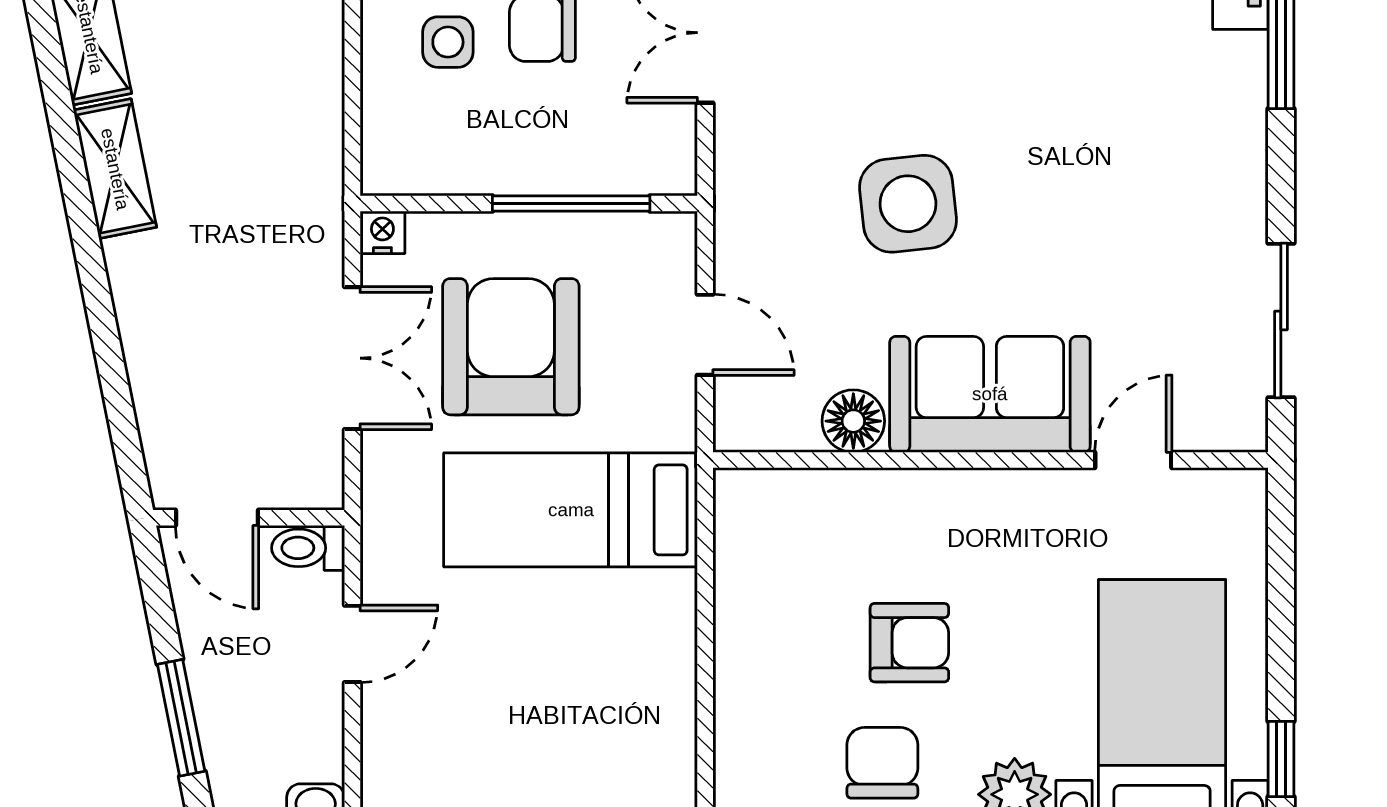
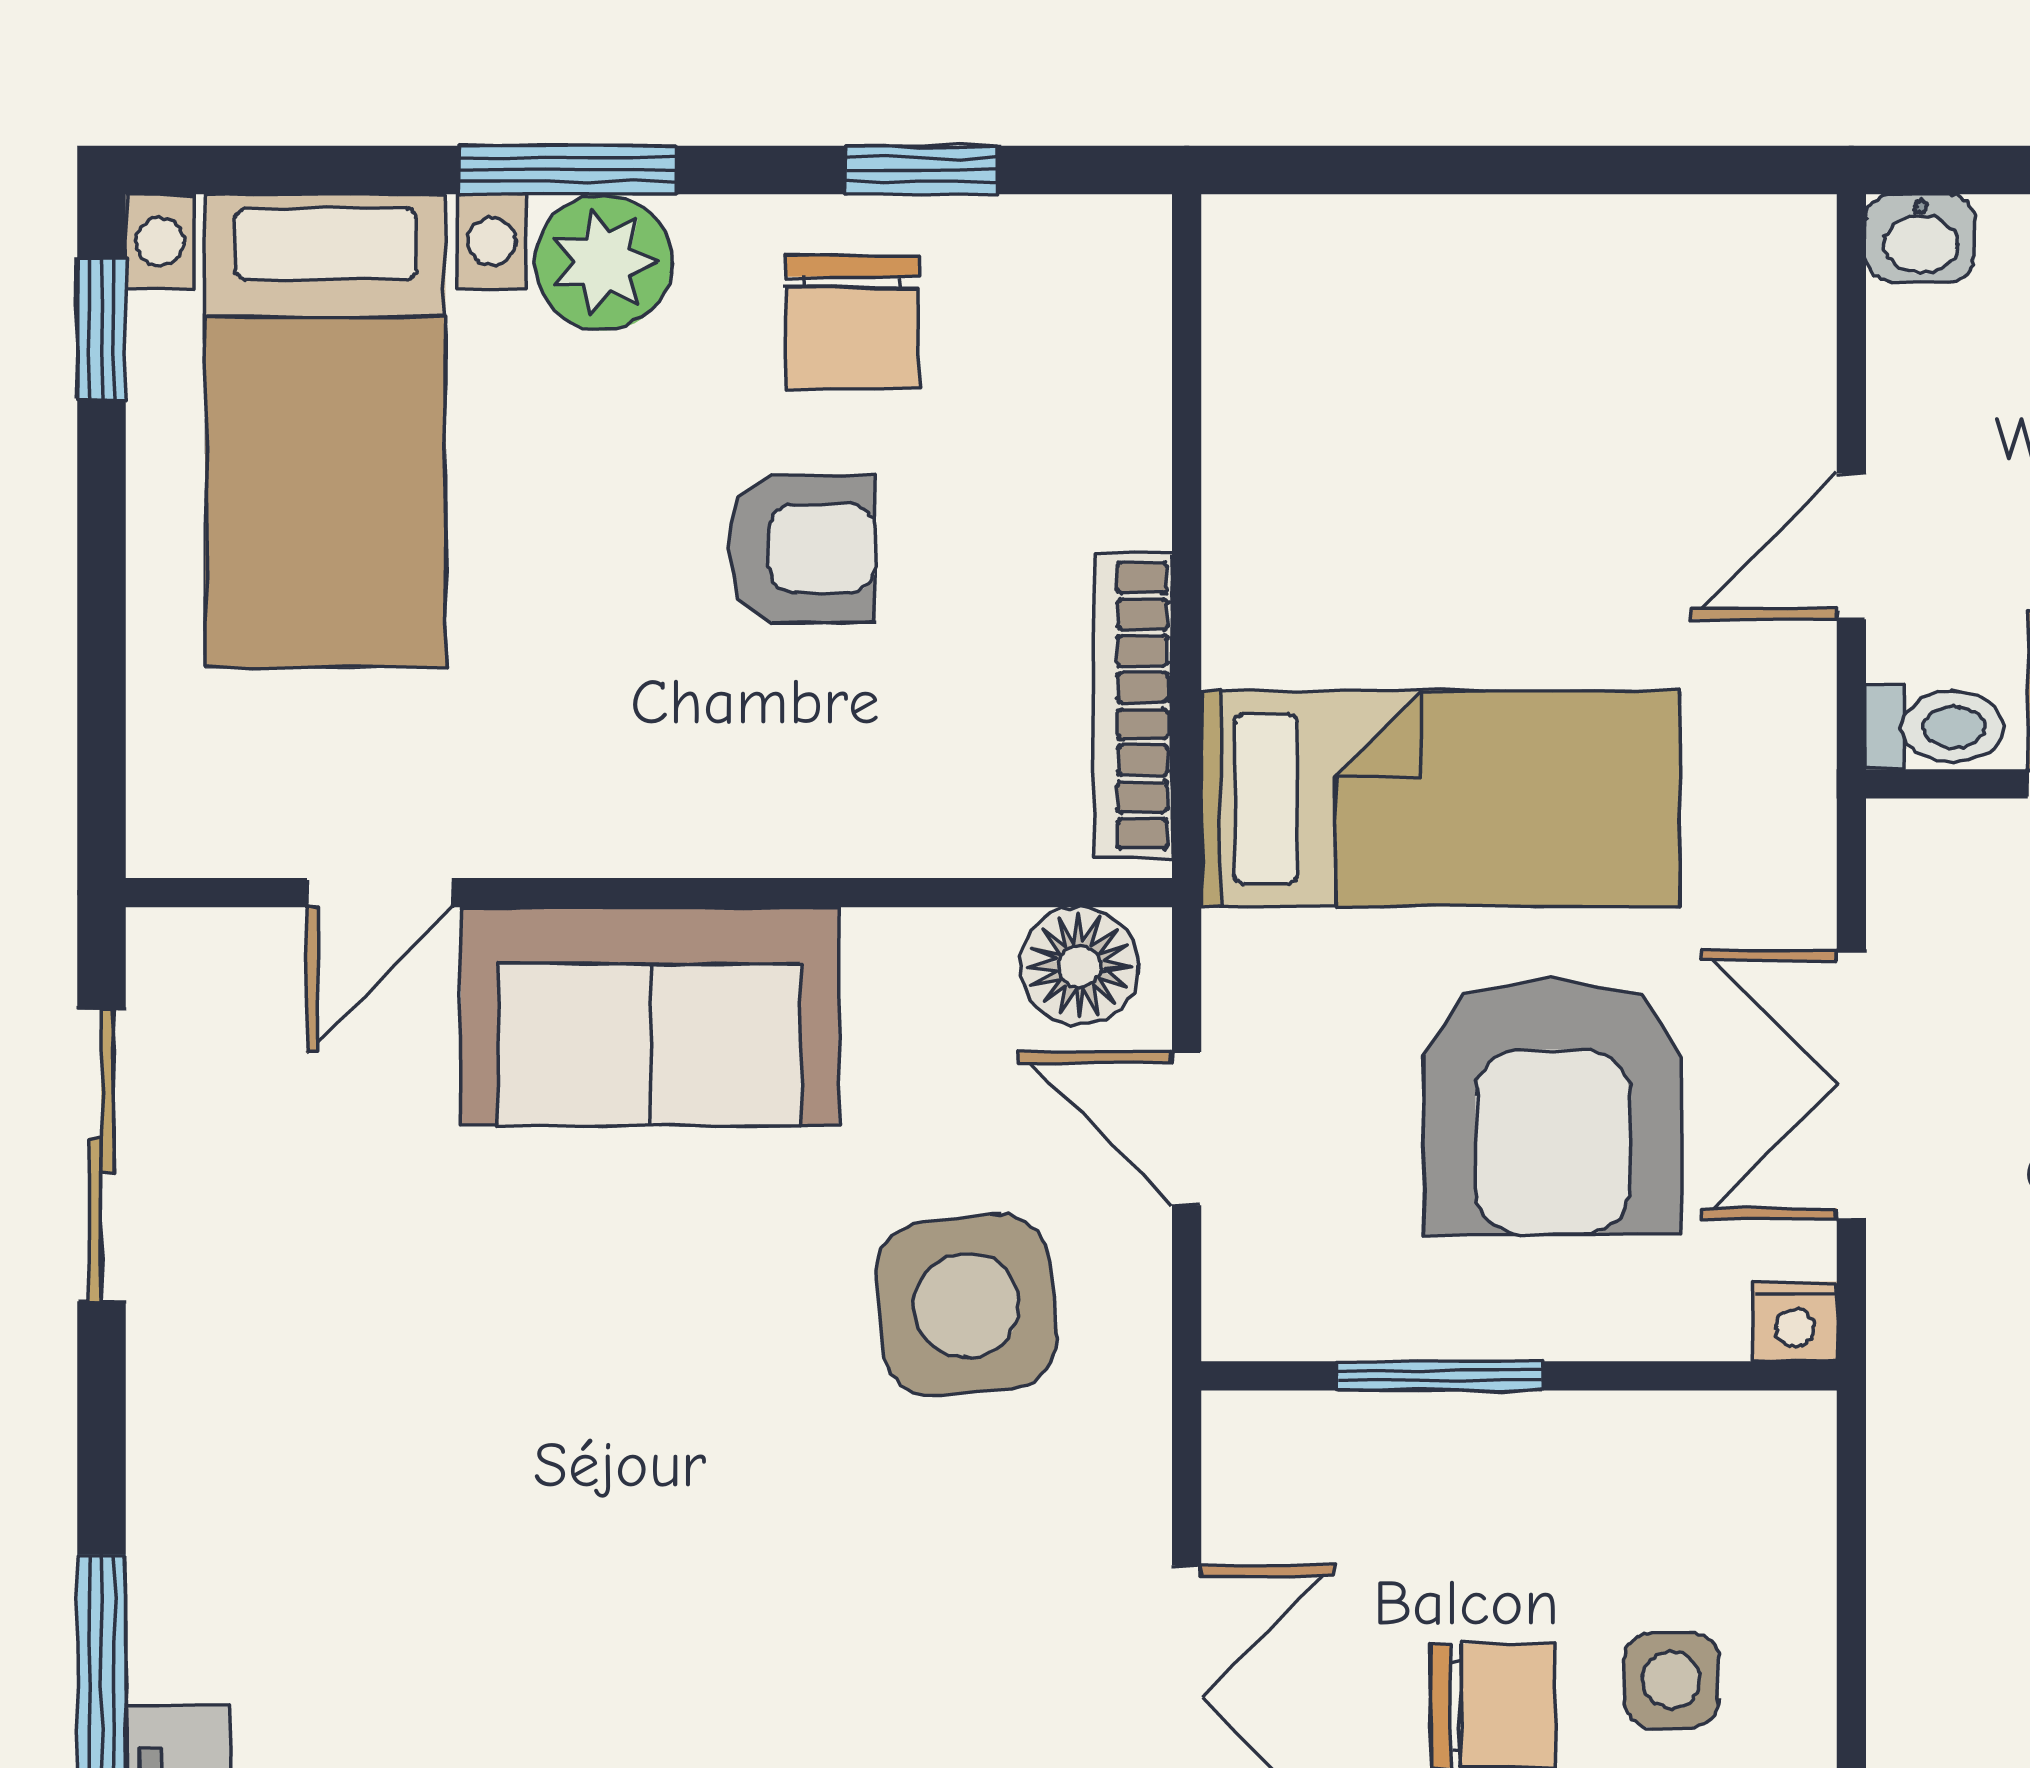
window: (571, 203) -> (1439, 1376), width x0.69
side table: (908, 204) -> (967, 1305), moved
floor lamp: (853, 421) -> (1080, 966), moved
bookcase: (733, 559) -> (1133, 706), added
armchair: (909, 643) -> (802, 548), turned 180

